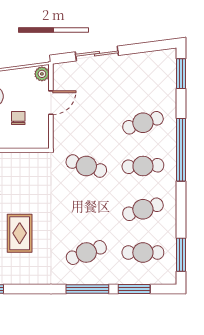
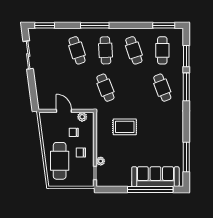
sliding door: (97, 54) -> (28, 55), moved
plant: (42, 74) -> (82, 117), moved
window: (181, 150) -> (95, 25), width x0.68
cafe table: (86, 166) -> (105, 88), turned -39
rug: (20, 233) -> (125, 127), moved

